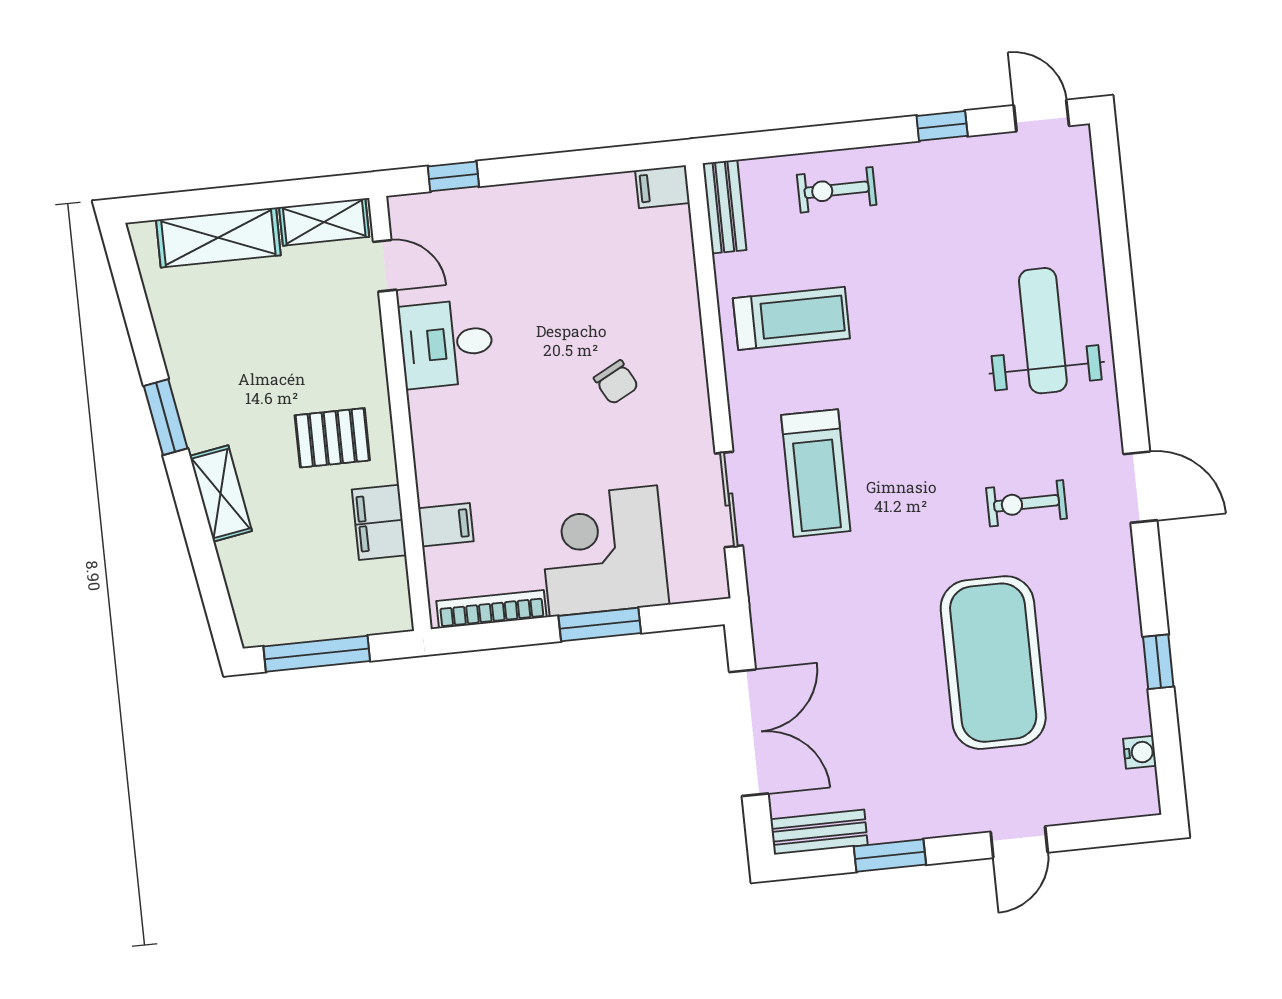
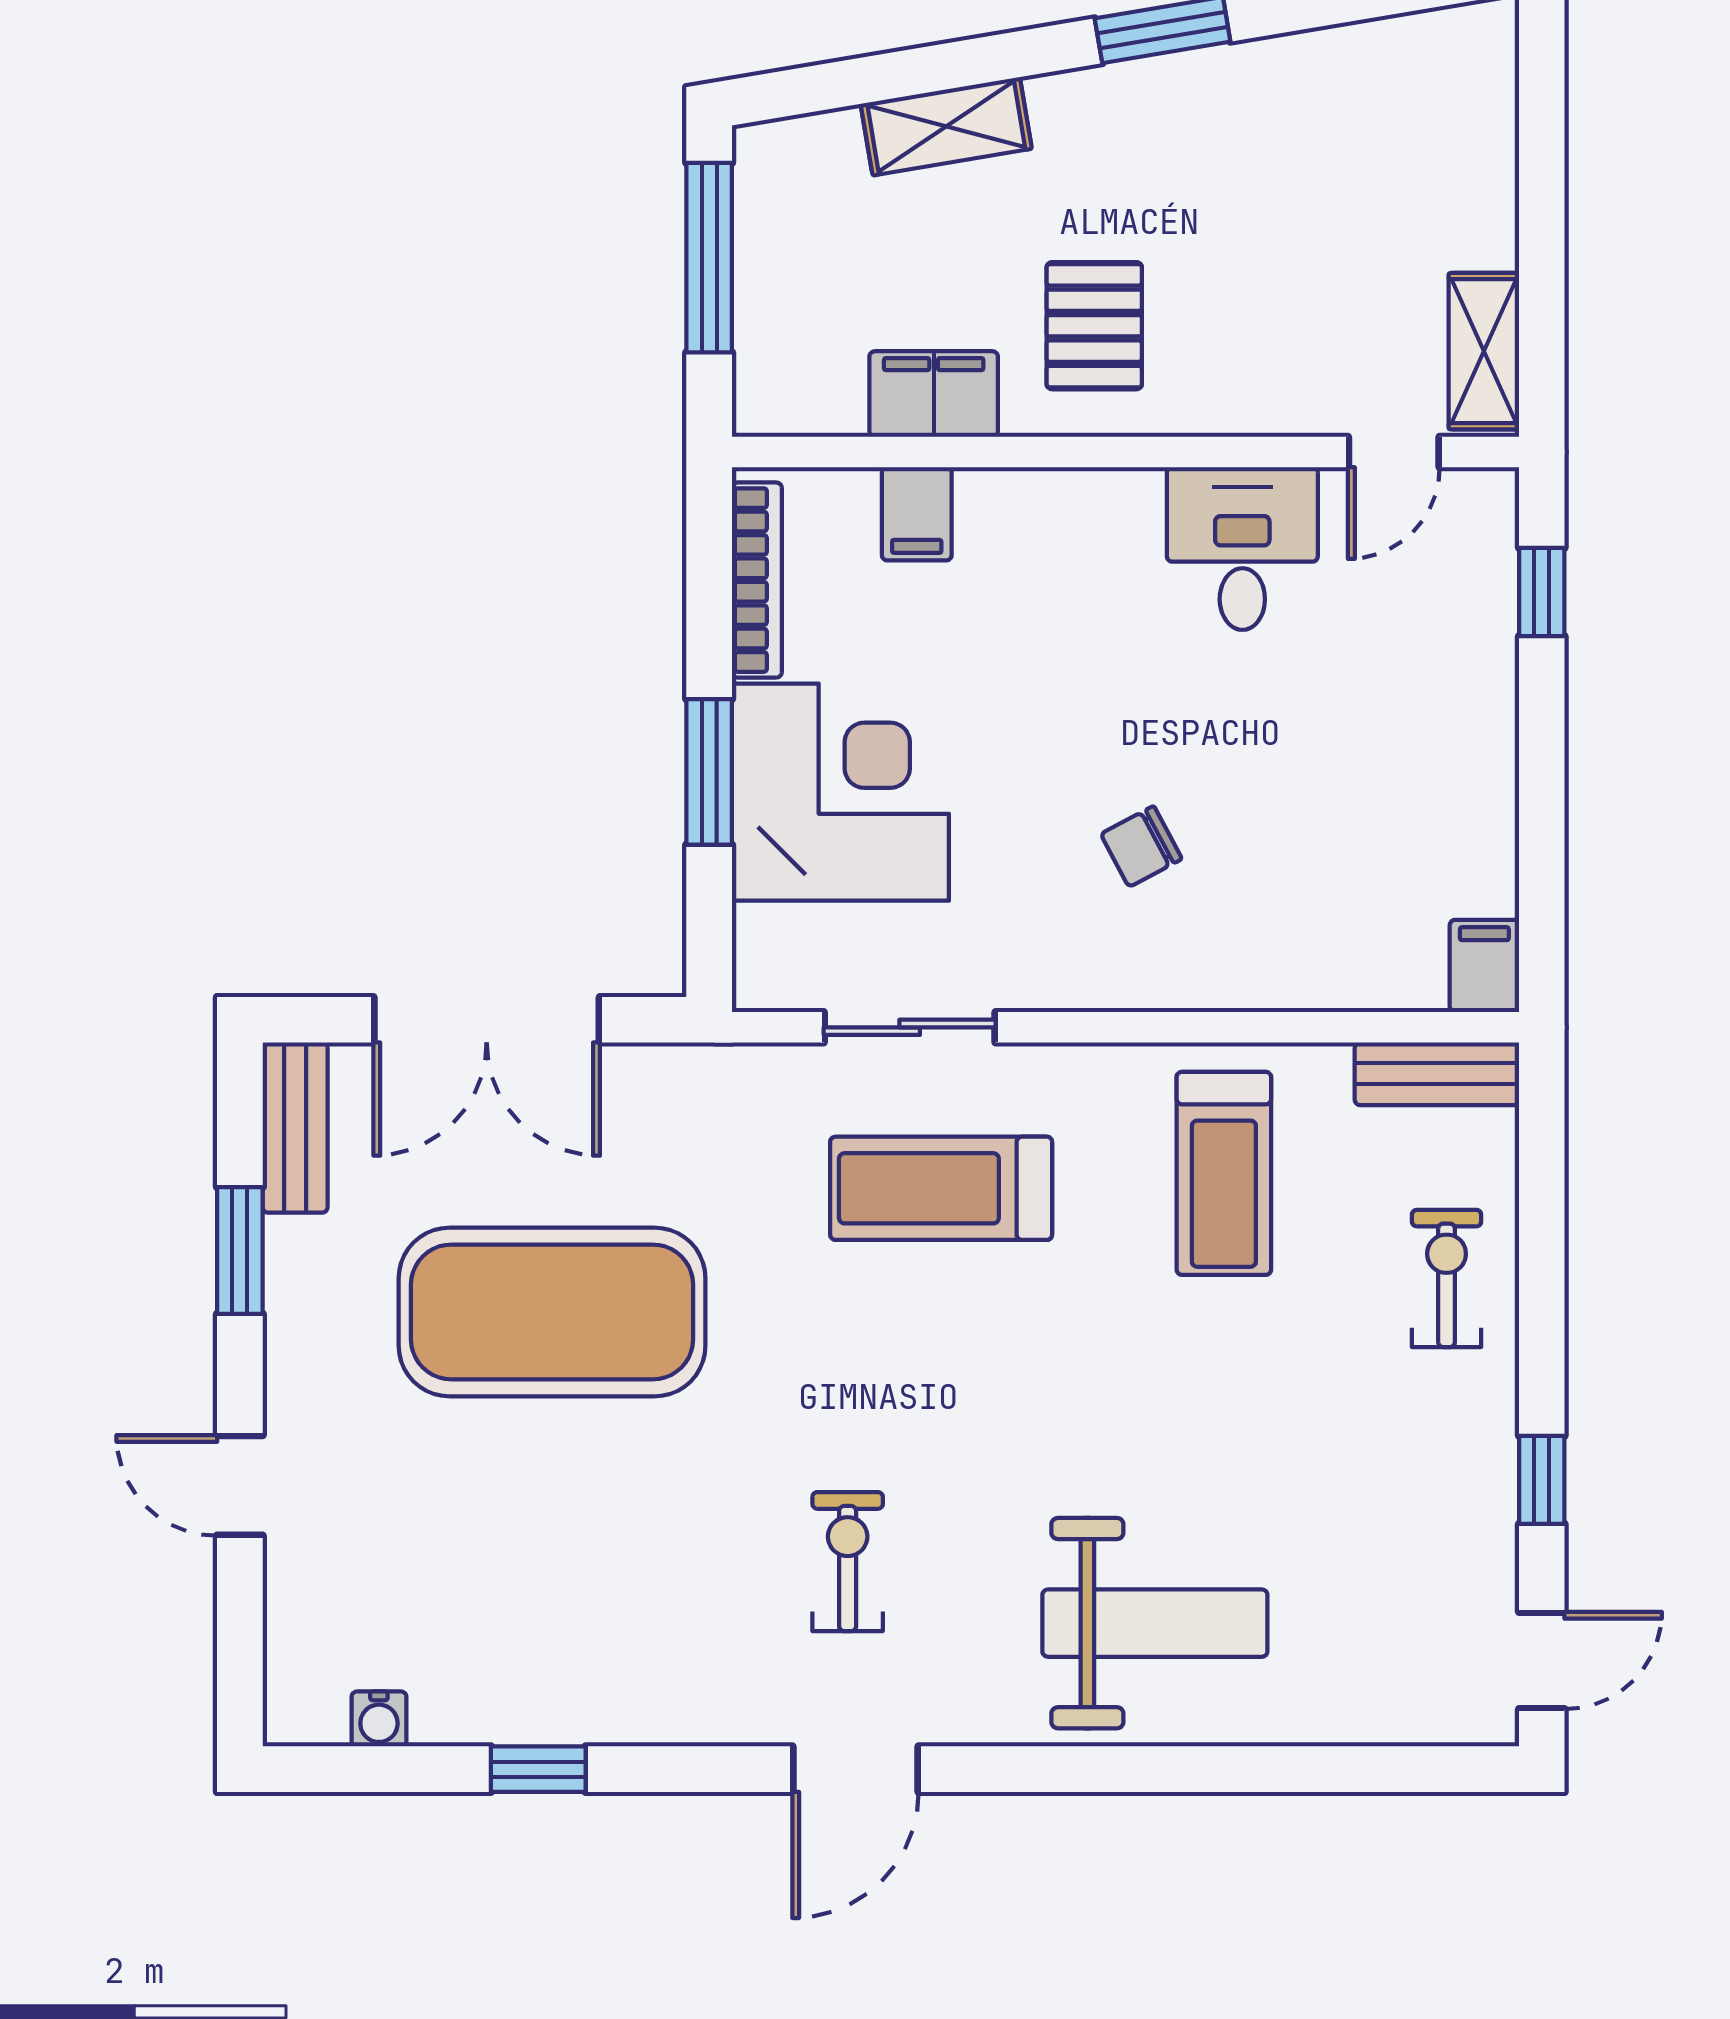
shelving: (218, 238) -> (1476, 158), removed
shelving: (221, 493) -> (946, 126), moved
exercise mat: (993, 663) -> (552, 1312), moved

